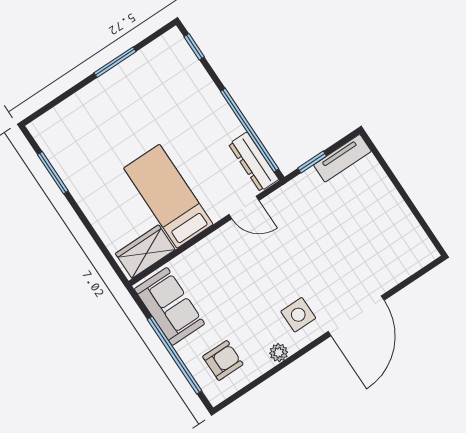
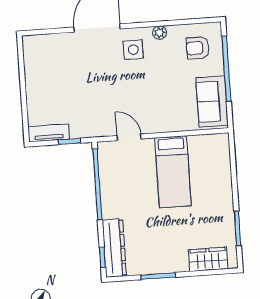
dresser: (254, 162) -> (114, 248), moved, width x1.37, depth x1.24
wardrobe: (145, 252) -> (208, 259), moved, turned 180

